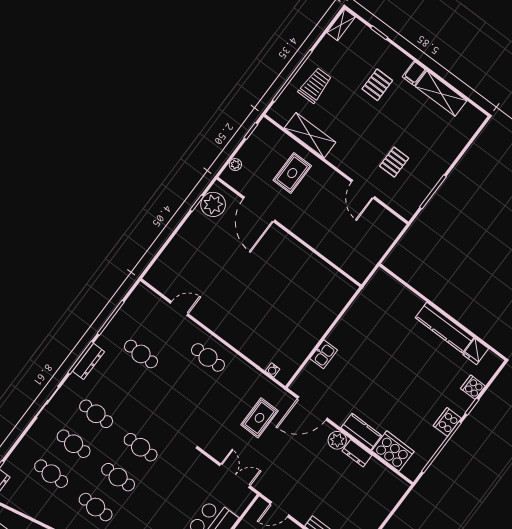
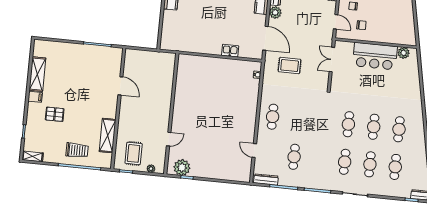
trolley: (315, 85) -> (77, 150), turned 180
pallet: (394, 162) -> (94, 77), removed
rug: (292, 173) -> (134, 153), moved, turned 90
door: (363, 189) -> (120, 86), hinge flipped
door: (259, 209) -> (169, 139), width x0.53
dresser: (88, 361) -> (266, 180), moved

